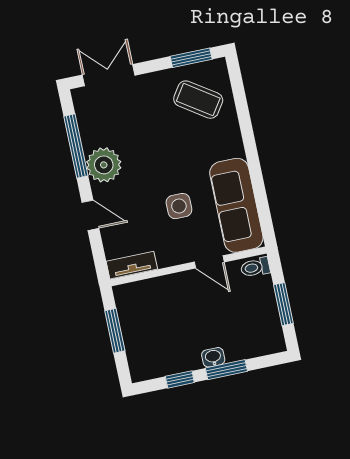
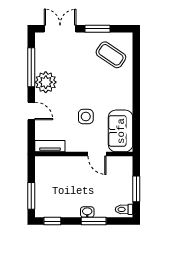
window: (191, 58) -> (97, 29), moved
sofa: (236, 205) -> (121, 131), width x0.73
toilet: (255, 267) -> (124, 209), moved
window: (115, 331) -> (31, 196), moved
window: (180, 379) -> (52, 221), moved

